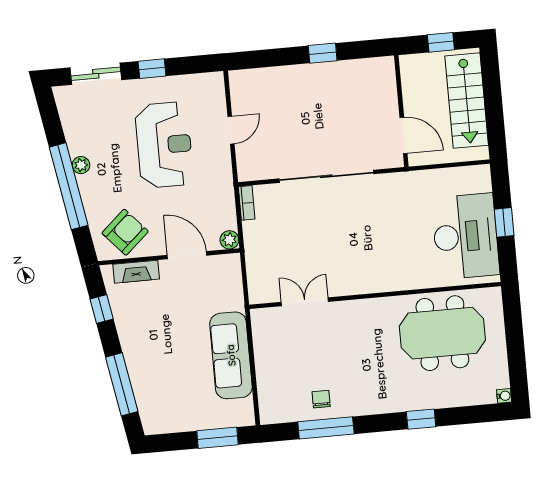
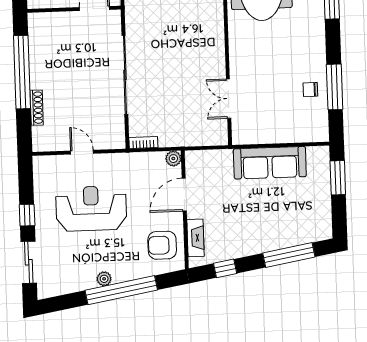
window: (323, 53) -> (22, 72), width x3.17
shoe rack: (281, 73) -> (37, 108), added
armchair: (125, 232) -> (162, 245), turned -48

